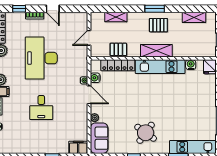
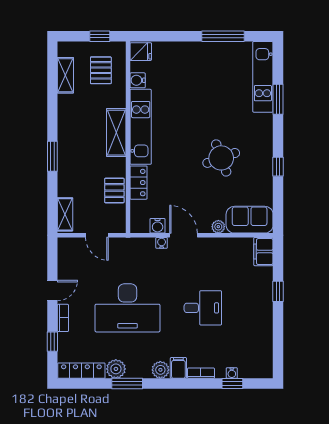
window: (155, 9) -> (52, 156), moved
shelving: (116, 17) -> (65, 214), moved
pallet: (158, 25) -> (101, 70), moved
locker: (118, 65) -> (139, 183), width x0.66
door: (89, 95) -> (184, 235), hinge flipped
round table: (146, 133) -> (221, 158), moved, turned 34

